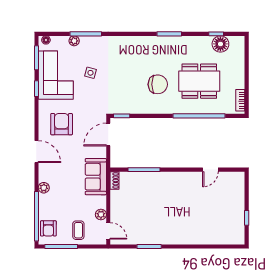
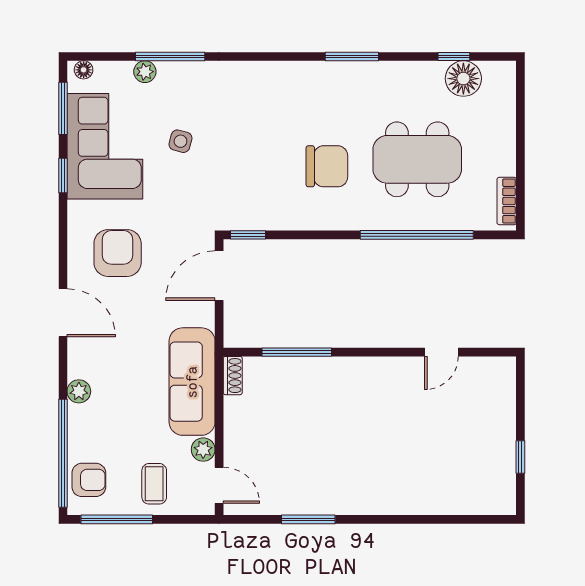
sofa: (96, 177) -> (192, 382), width x1.36
armchair: (48, 228) -> (89, 480), turned -90

